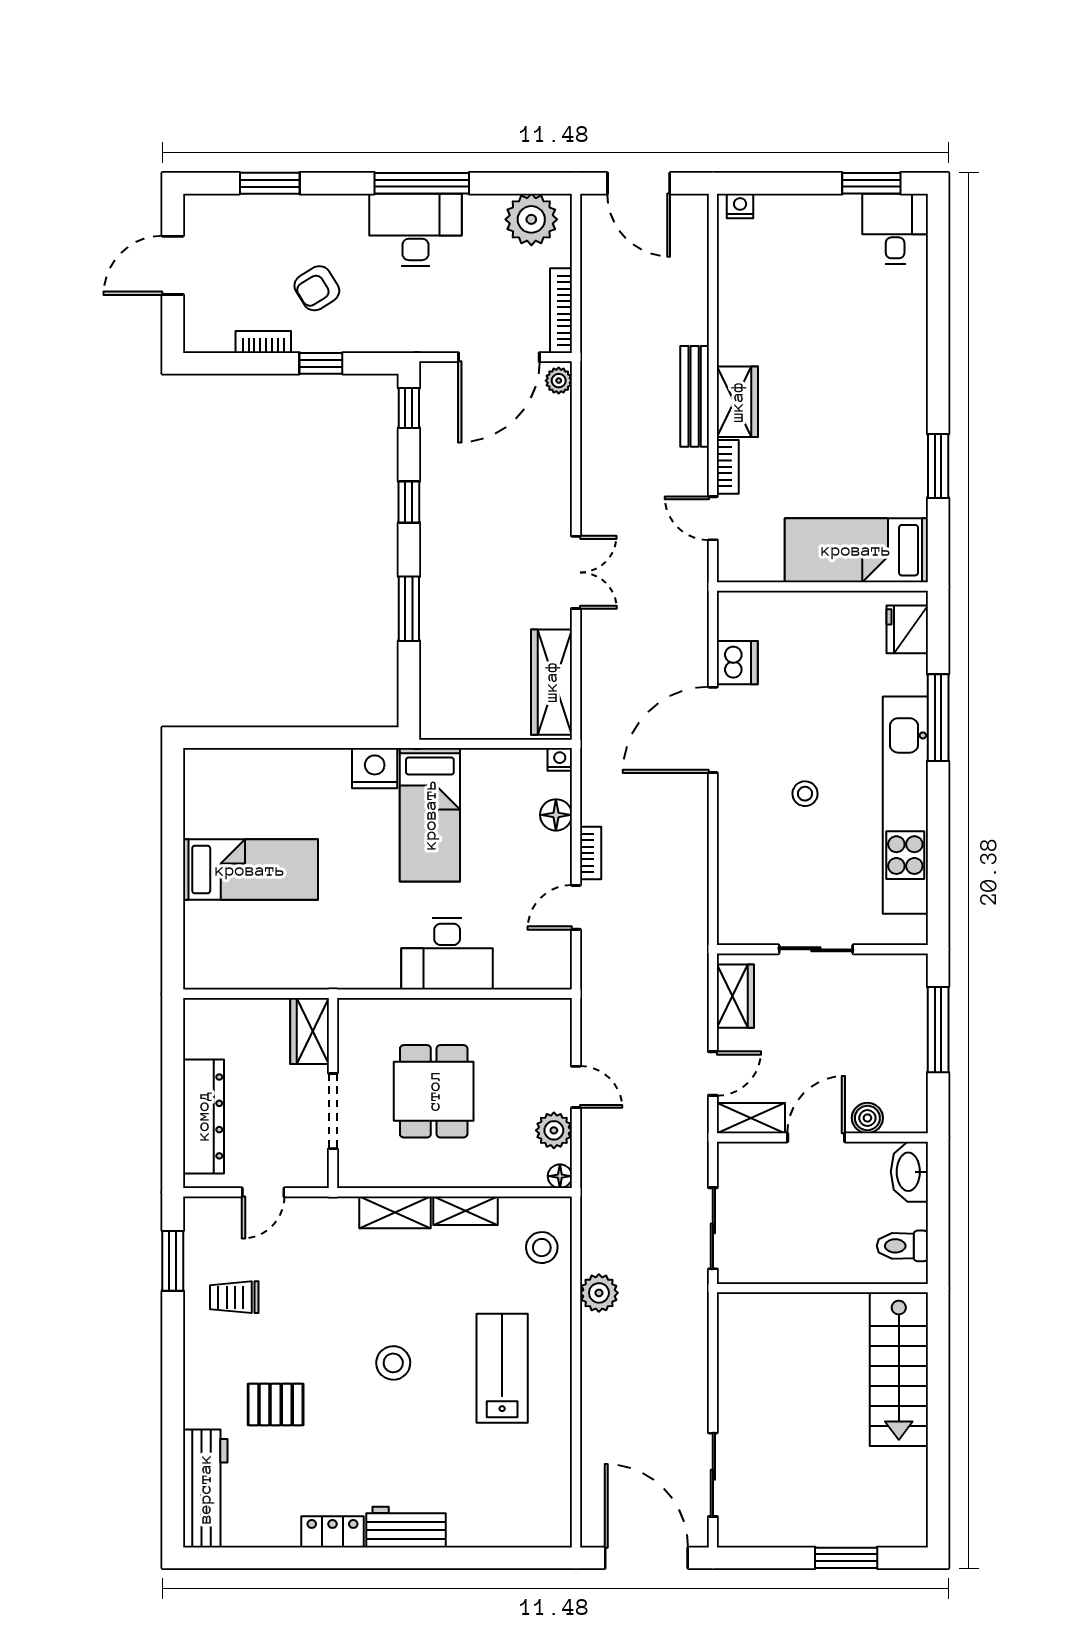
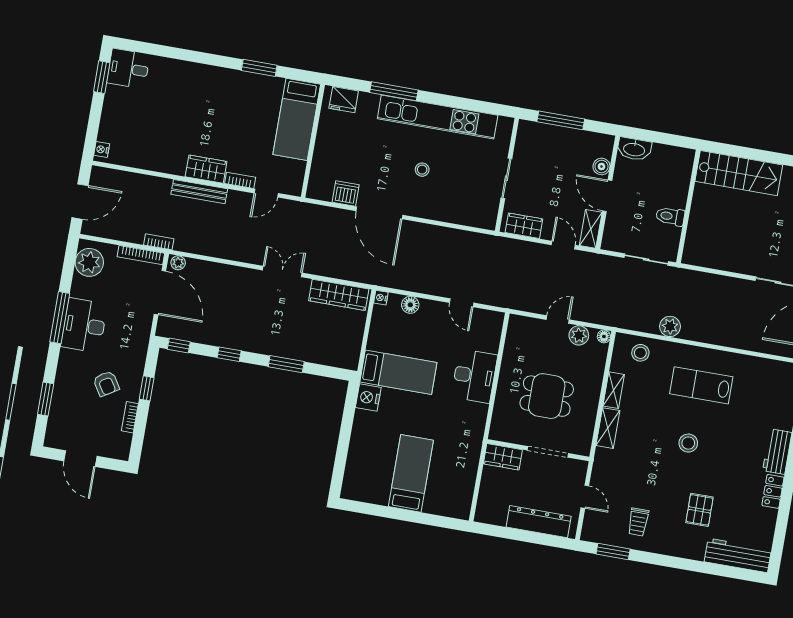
bookcase: (591, 853) -> (159, 242), moved
toilet: (902, 1246) -> (670, 216), moved, turned 90

